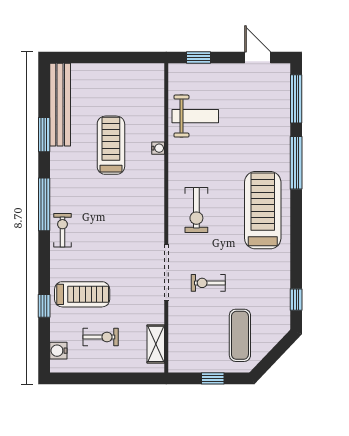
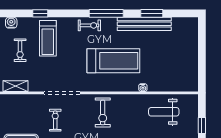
window: (199, 58) -> (202, 126), moved
bench: (60, 105) -> (144, 24), moved
weight bench: (195, 116) -> (164, 112), turned 90
treadmill: (111, 145) -> (113, 61), moved, width x1.37, depth x1.38
exercise bike: (196, 210) -> (103, 113), turned -90

